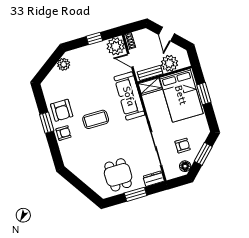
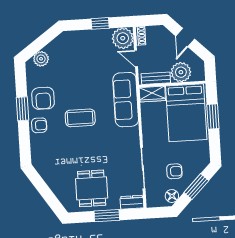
plant: (64, 64) -> (41, 59), moved

